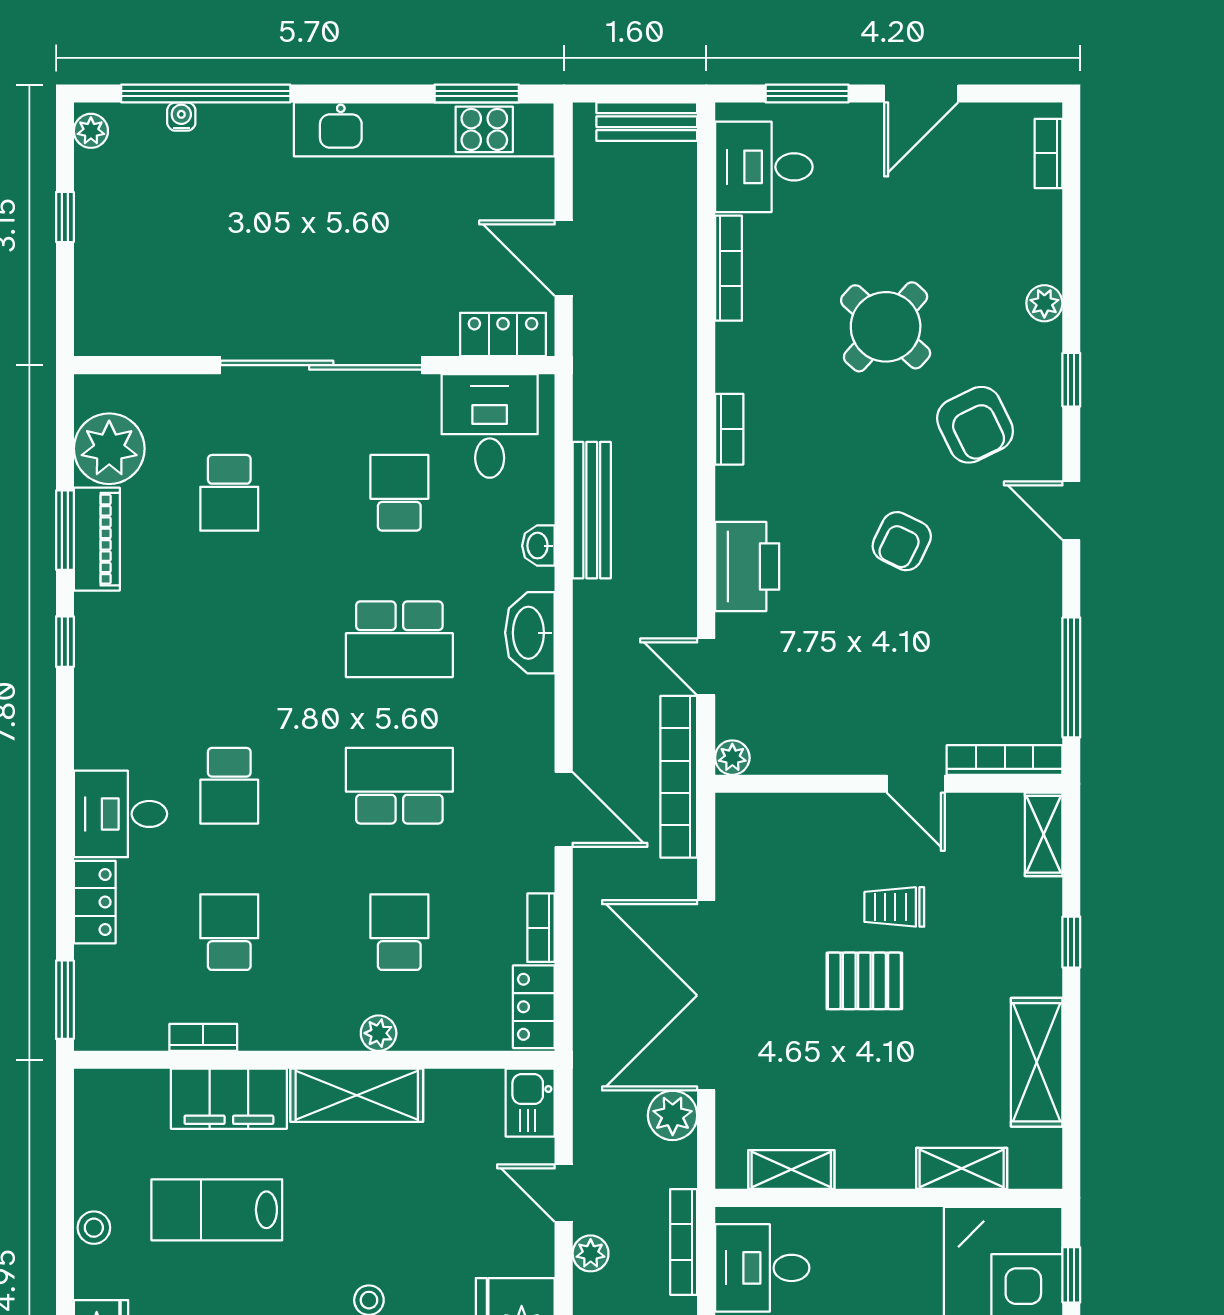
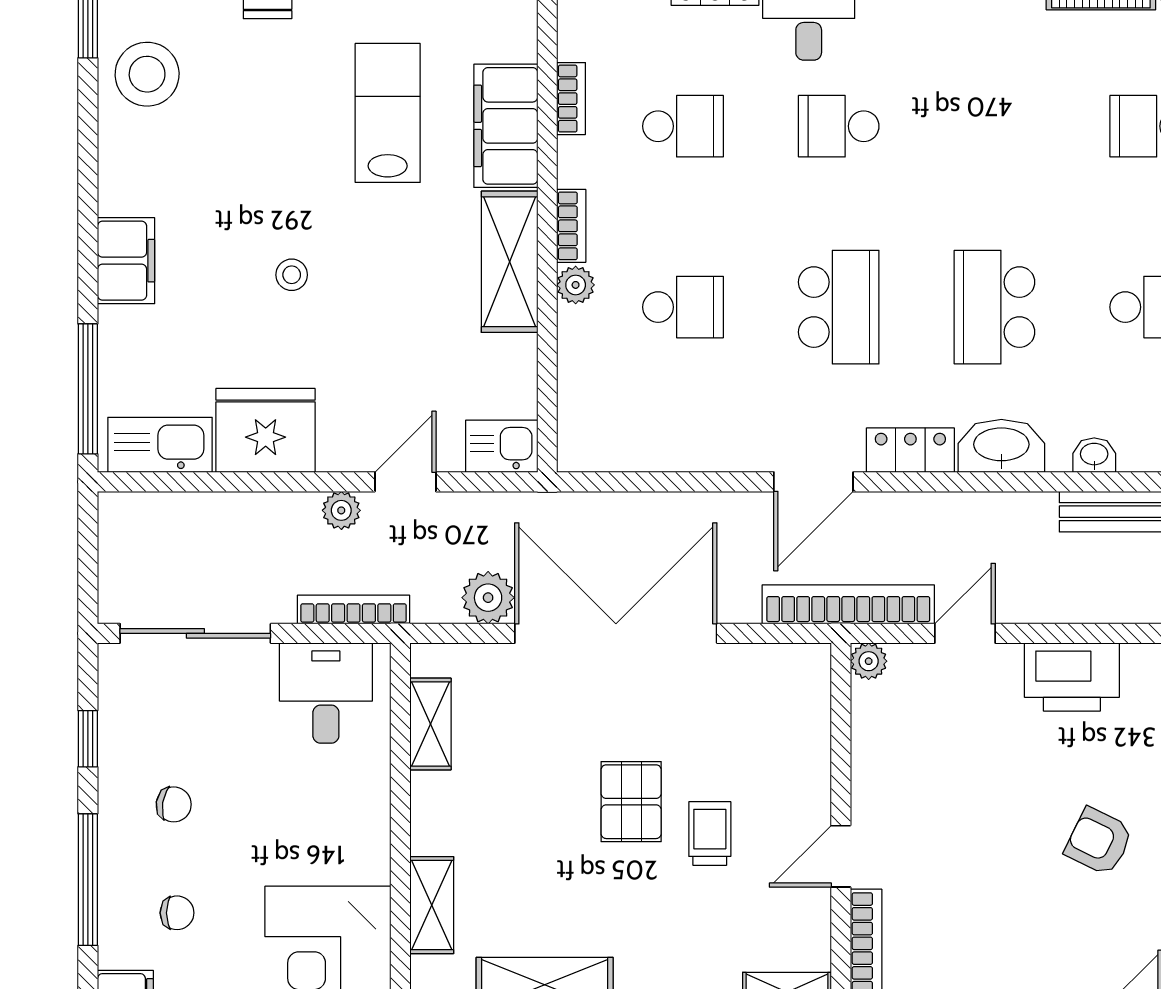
bookcase: (541, 928) -> (571, 226), moved, turned 90
locker: (534, 1007) -> (910, 450), moved

